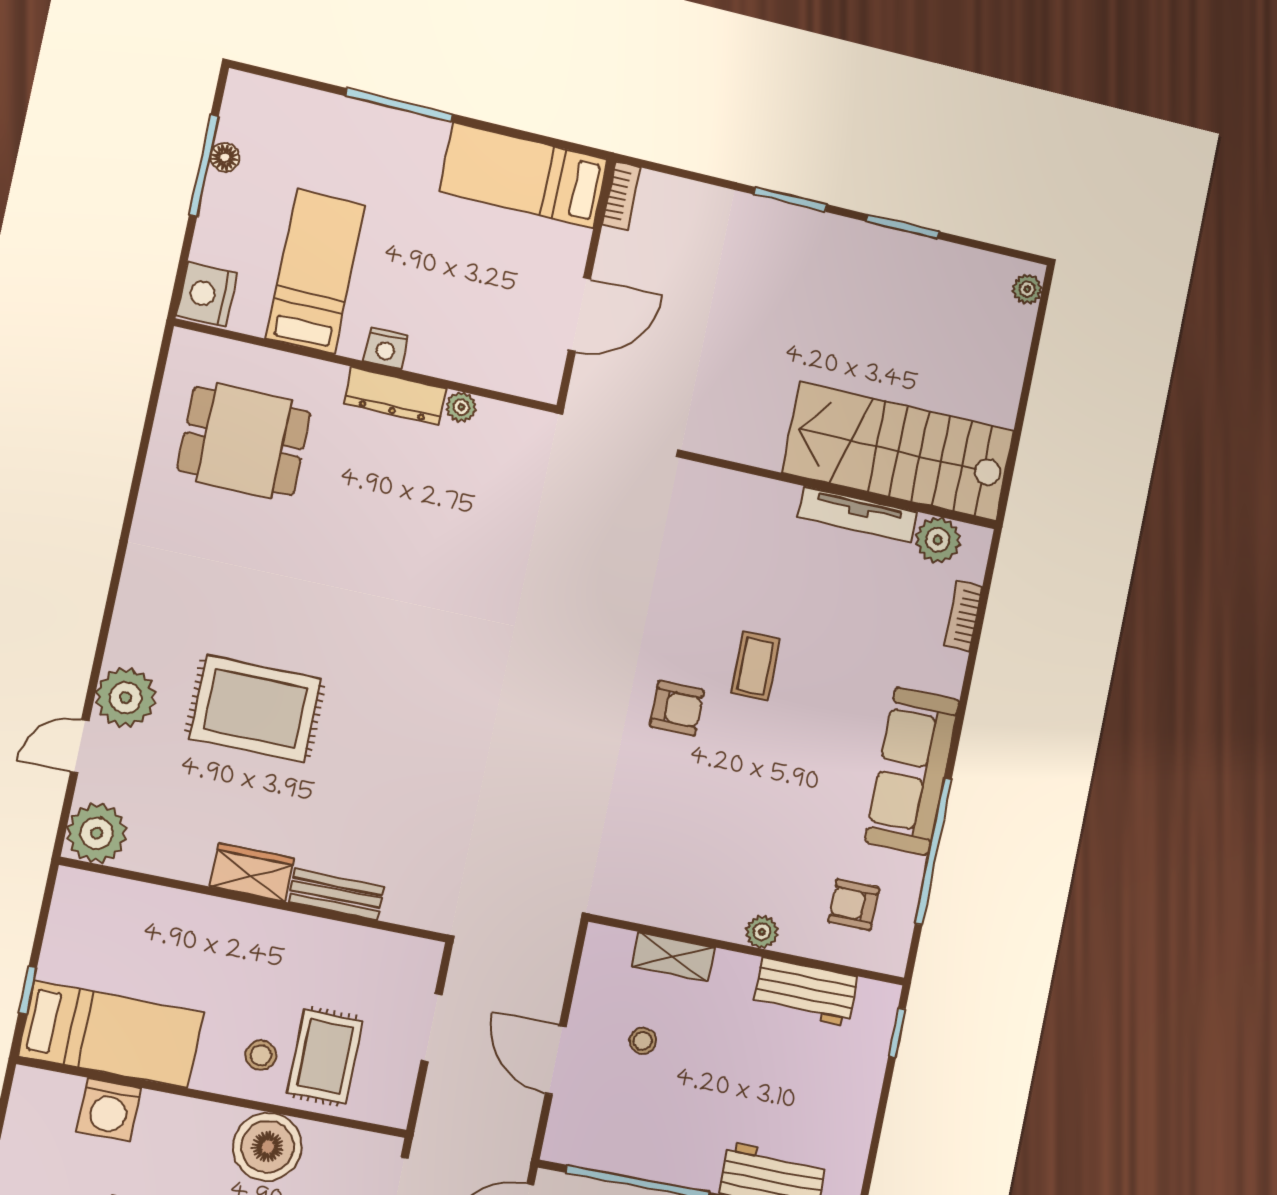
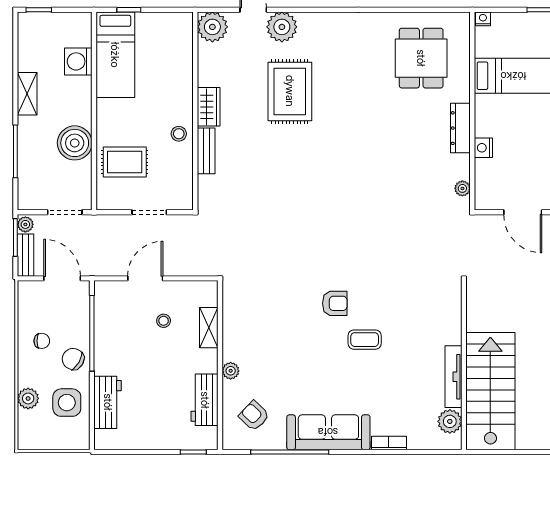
nightstand: (206, 294) -> (483, 19), width x0.53, depth x0.56
nightstand: (386, 348) -> (483, 148), moved
plant: (461, 407) -> (462, 188), moved
bookcase: (963, 616) -> (389, 443), moved
armchair: (677, 708) -> (335, 303), turned -90
armchair: (854, 905) -> (254, 416), turned -46
stool: (261, 1055) -> (179, 134), moved

